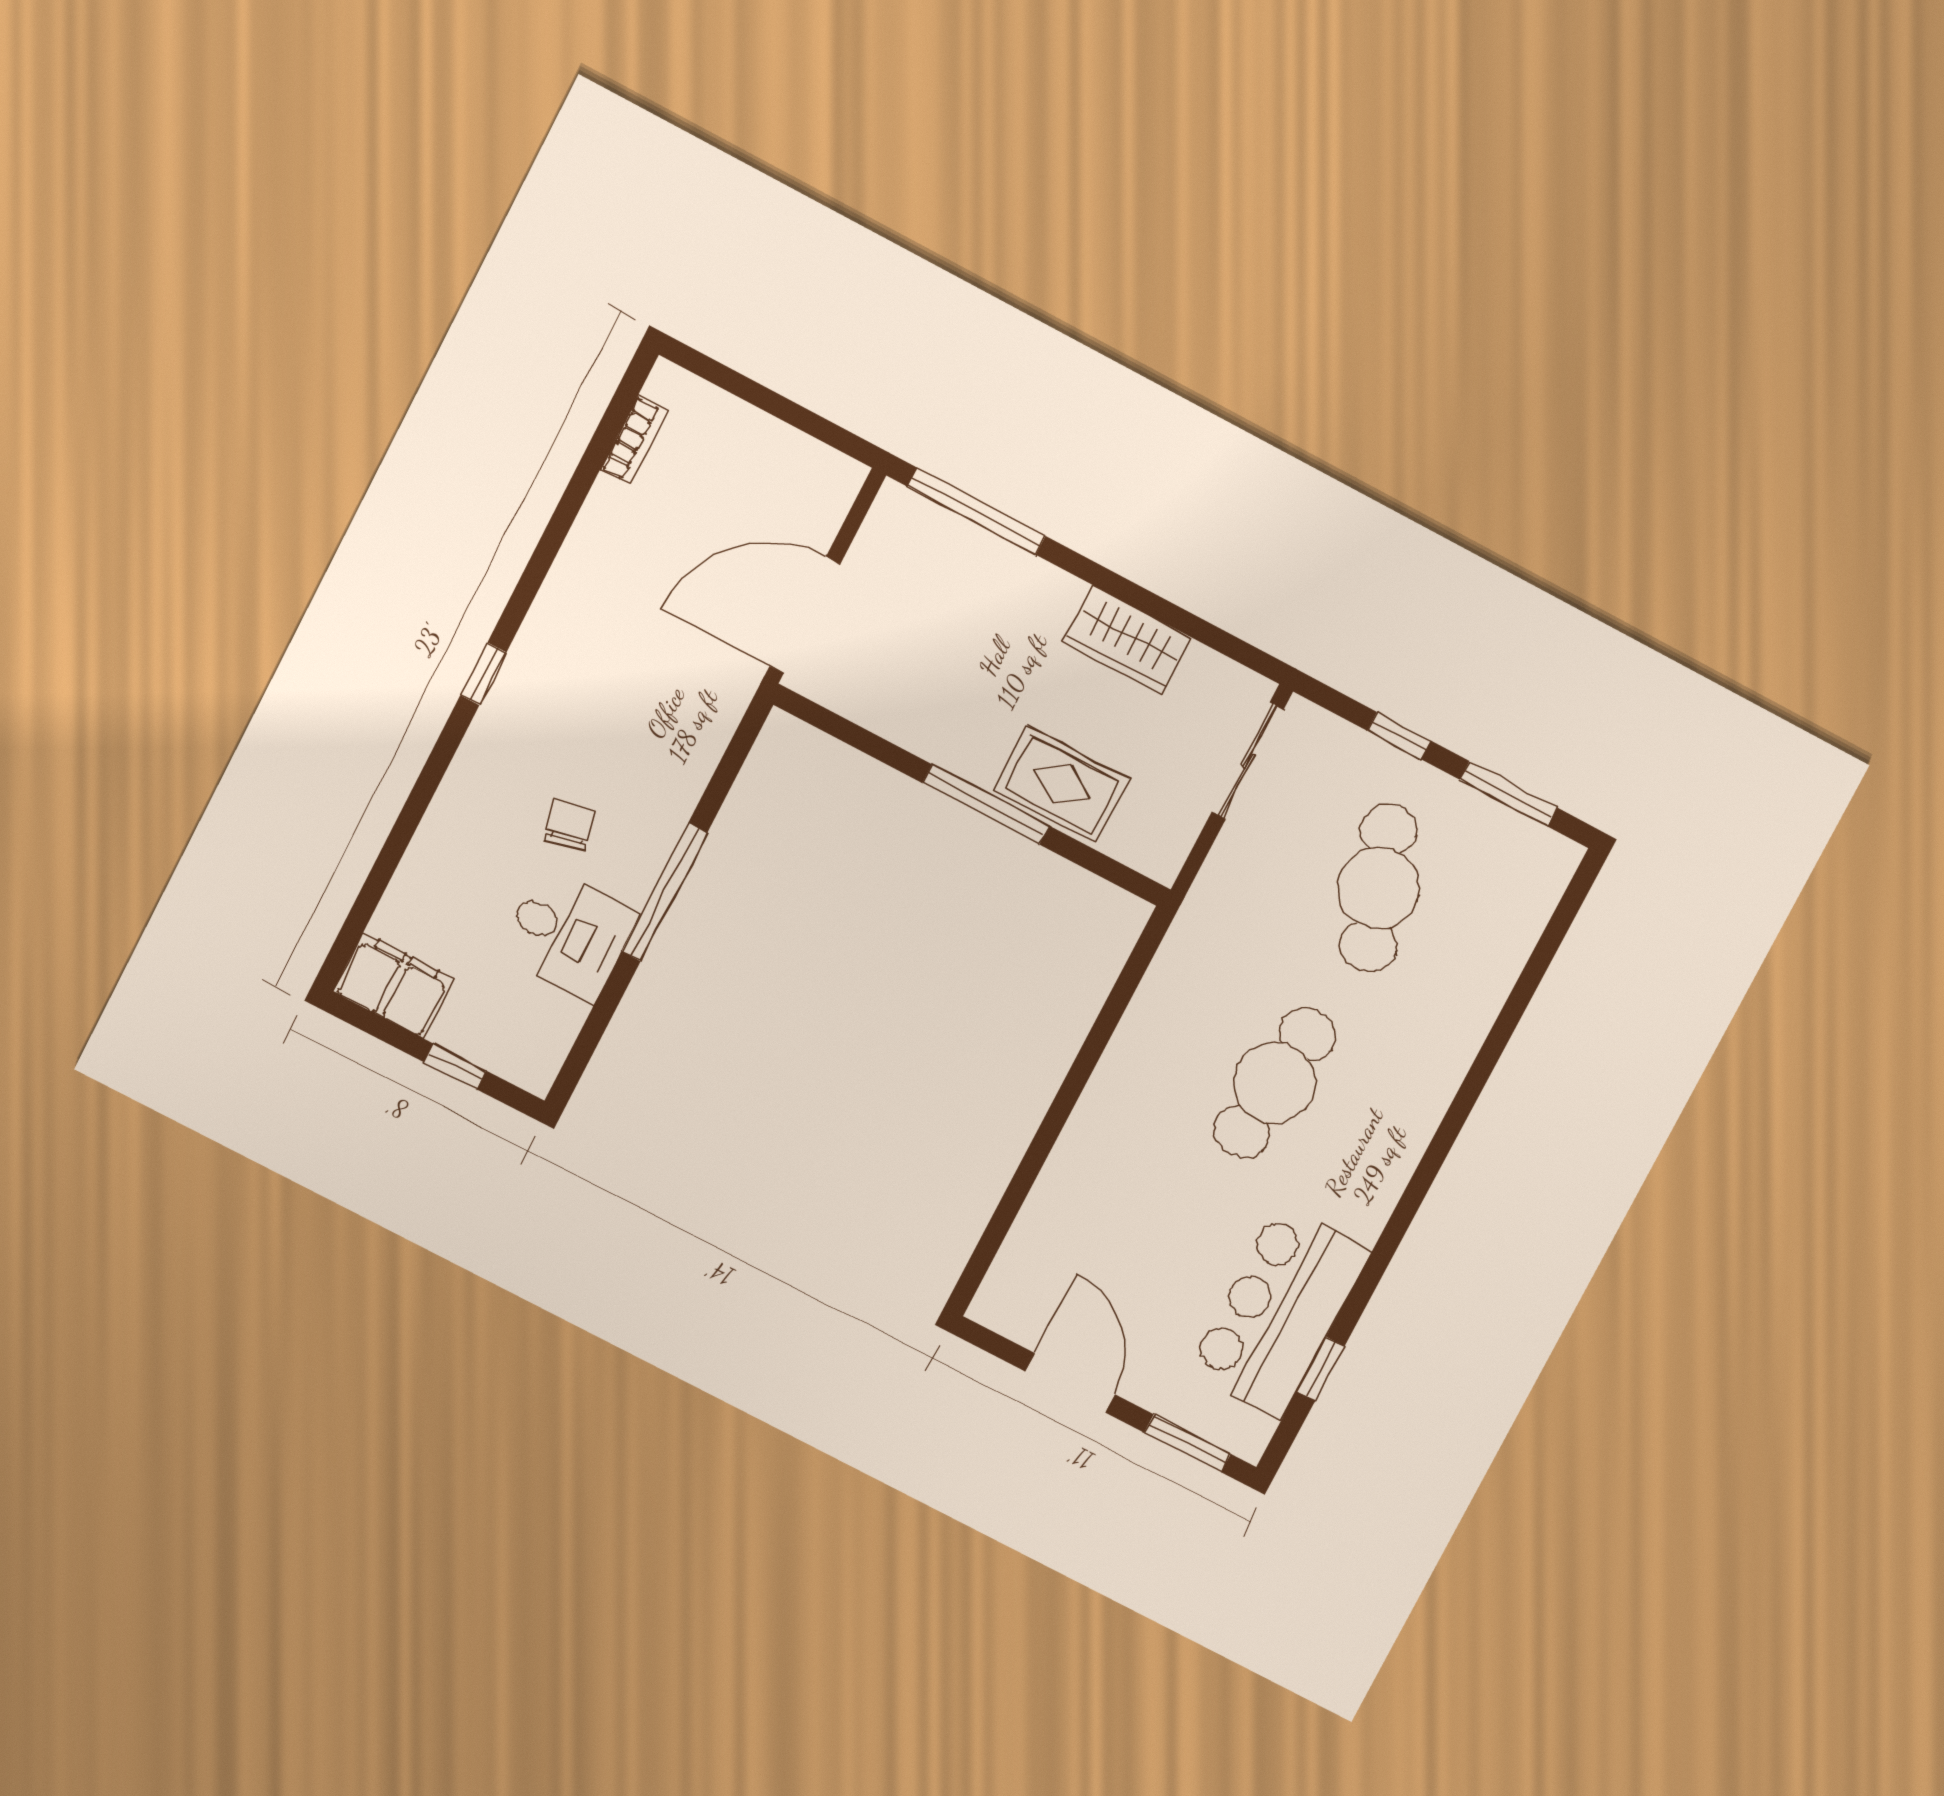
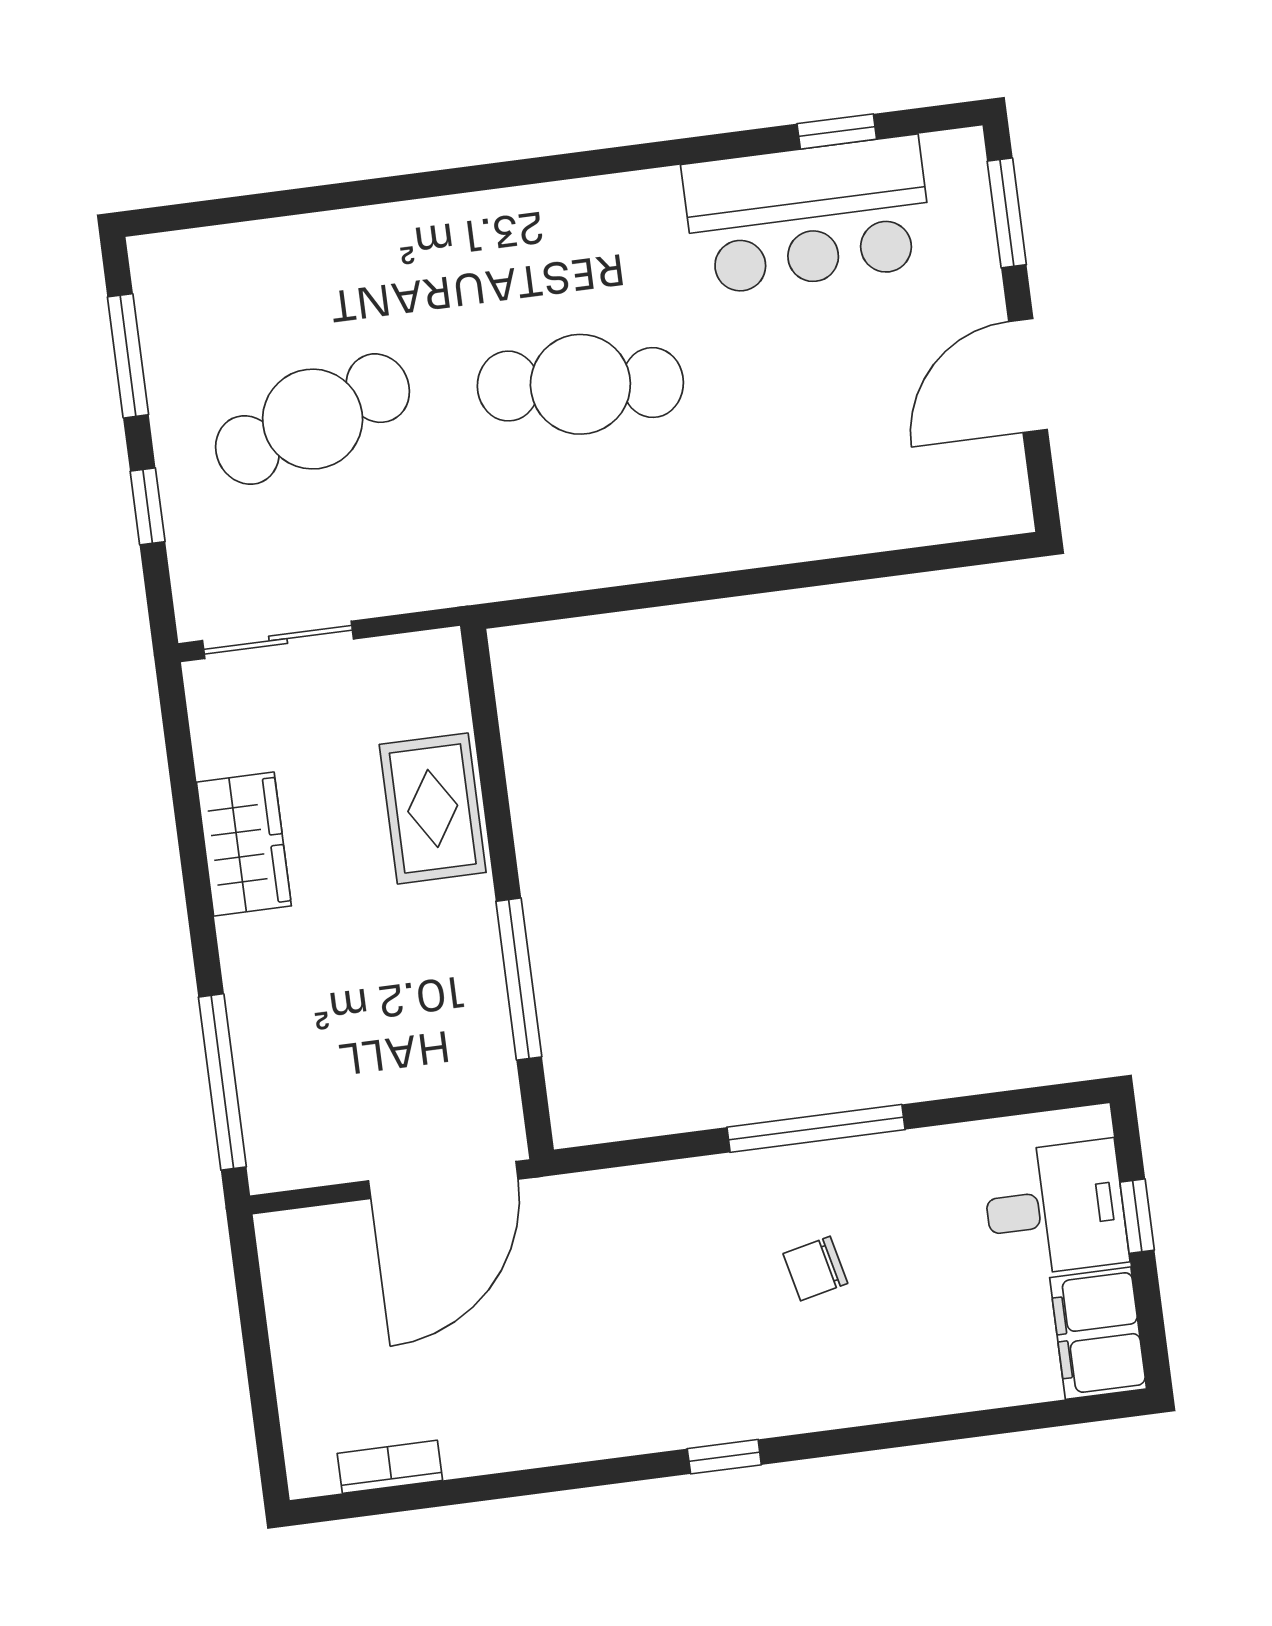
door: (805, 615) -> (443, 1180), hinge flipped
window: (986, 804) -> (519, 979), moved
desk: (568, 934) -> (1055, 1208), moved, turned 90

